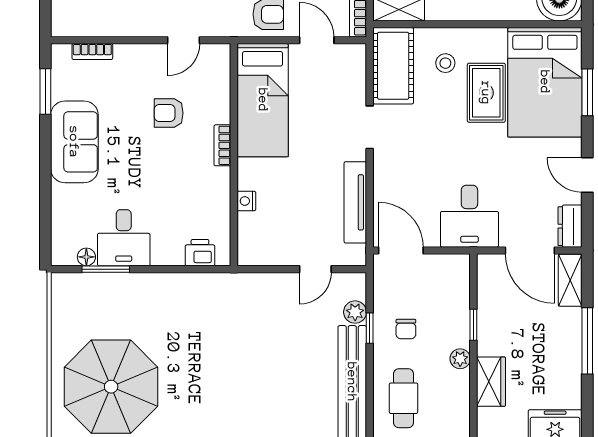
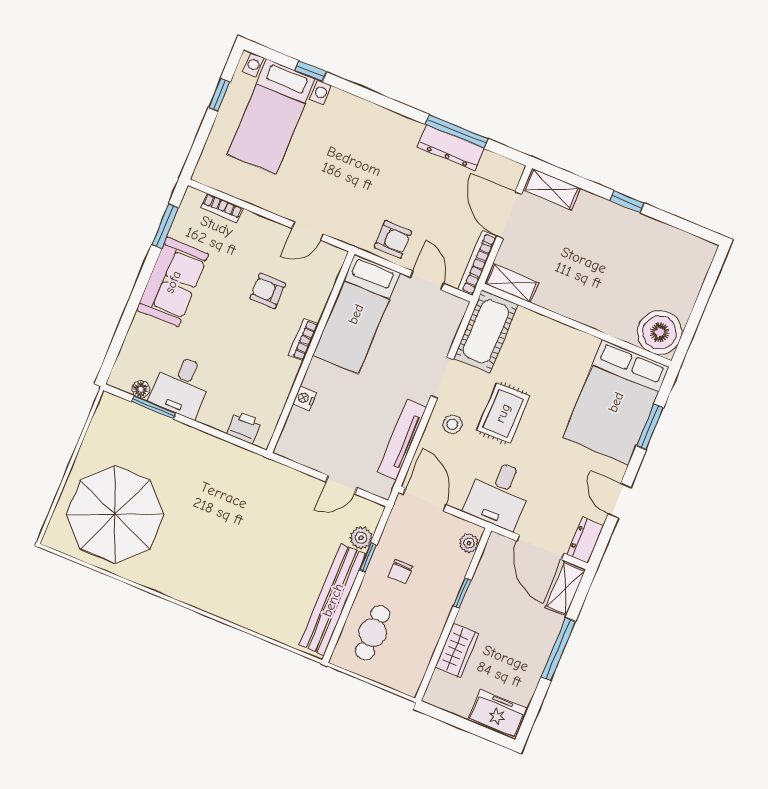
stool: (445, 63) -> (452, 424), moved
rug: (486, 93) -> (503, 413), moved
plant: (460, 359) -> (469, 543), moved

